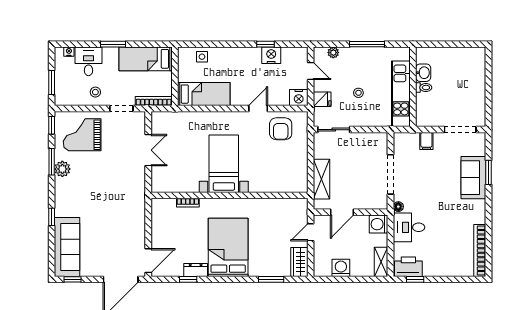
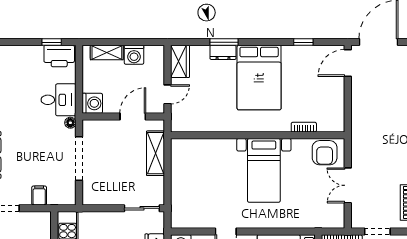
armchair: (281, 129) -> (325, 153), moved, turned 180
shelving: (381, 262) -> (107, 52), moved, turned 90
dresser: (196, 270) -> (223, 52), moved
window: (271, 279) -> (224, 42), moved

